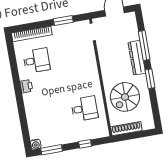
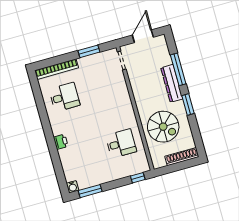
printer: (26, 86) -> (61, 142), moved
spiral stairs: (125, 97) -> (163, 127), turned -90
shoe rack: (126, 129) -> (182, 157), moved
window: (85, 144) -> (138, 178), moved

